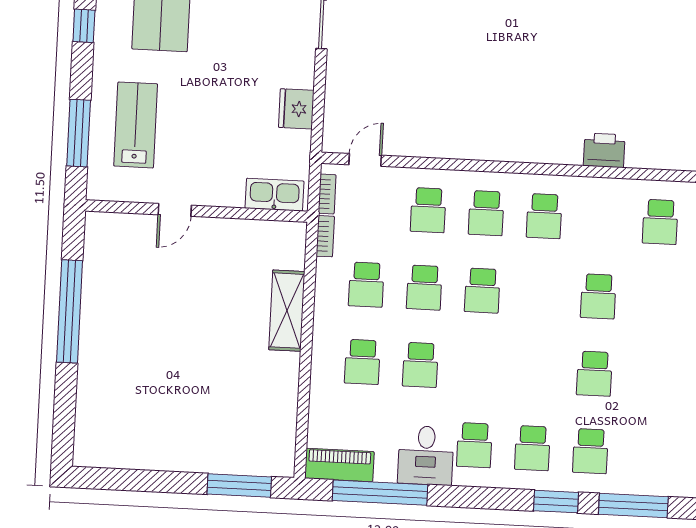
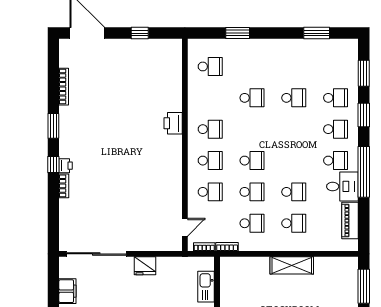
fridge: (296, 109) -> (145, 266), moved
printer: (604, 150) -> (173, 123), moved
door: (365, 160) -> (185, 227), swing flipped
kitchen sink: (275, 195) -> (206, 287), moved
shelving: (287, 311) -> (292, 265), moved
piano: (339, 465) -> (350, 221), moved
window: (380, 493) -> (364, 172), moved
window: (633, 505) -> (364, 73), width x0.69

